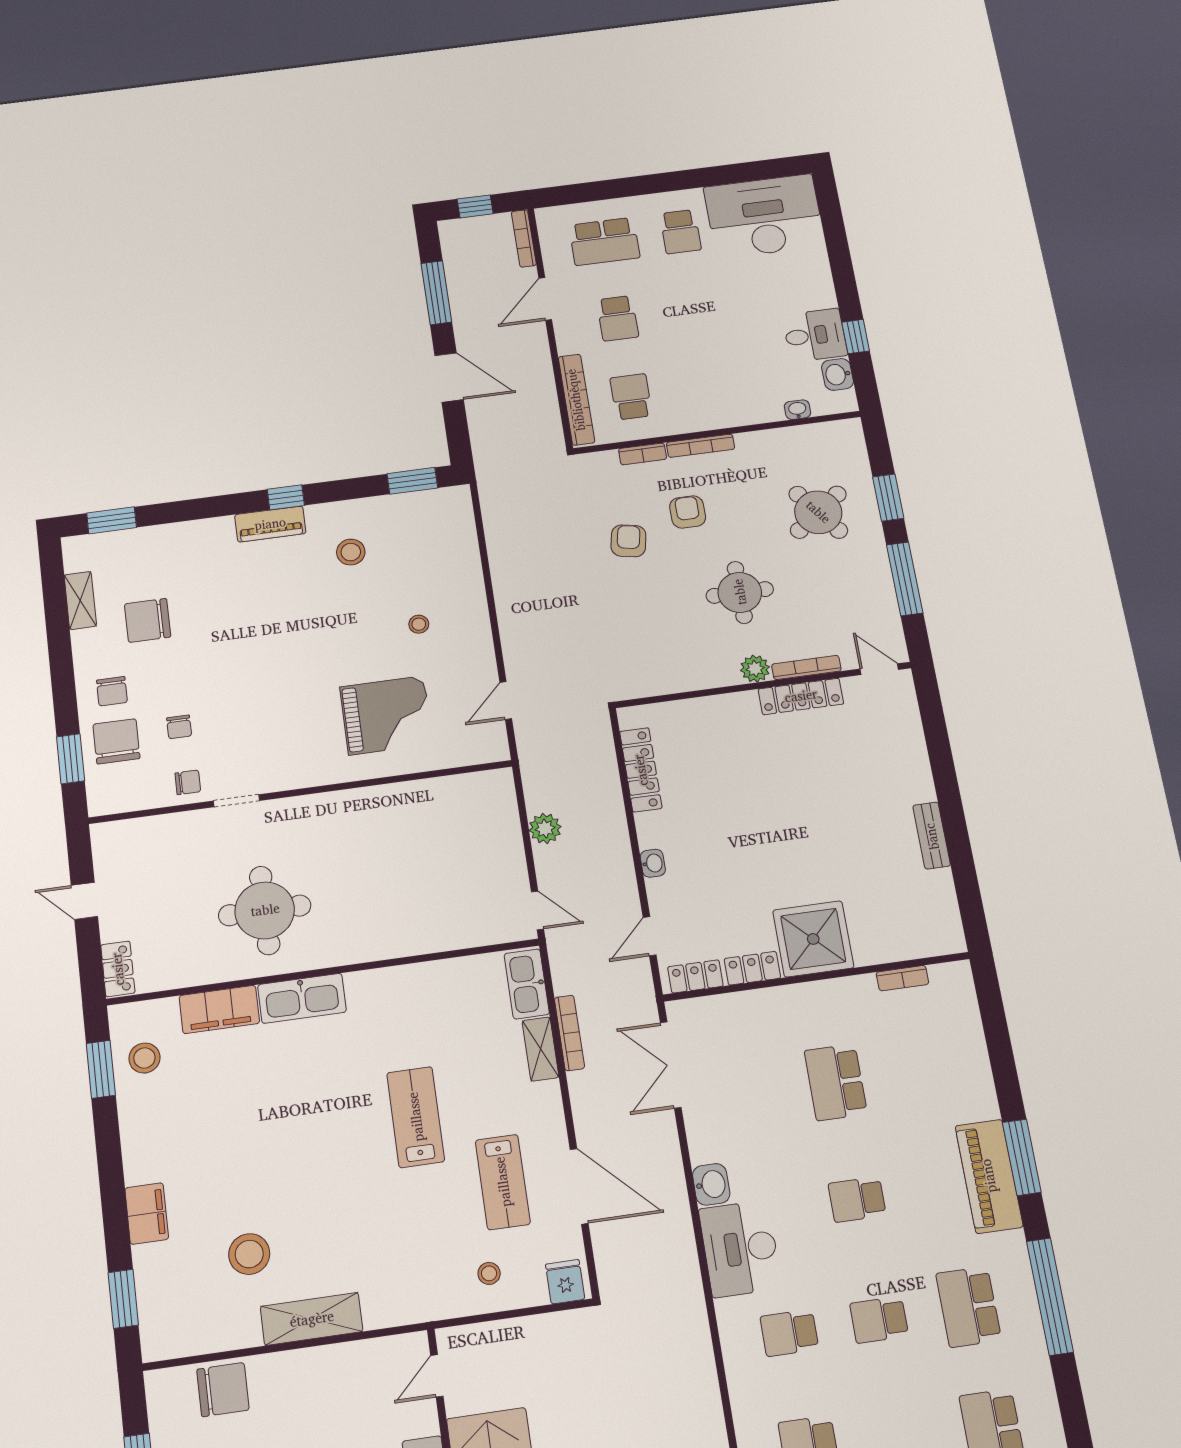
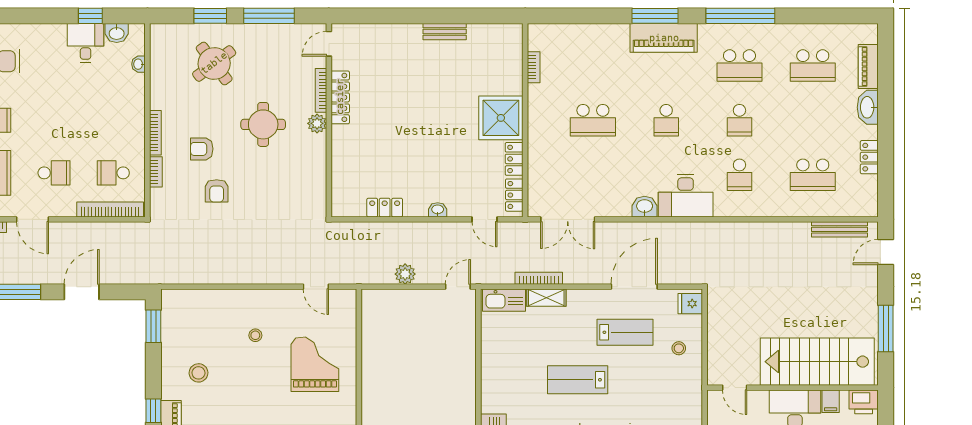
armchair: (628, 541) -> (217, 191), turned -101
locker: (641, 770) -> (385, 208), width x0.66

